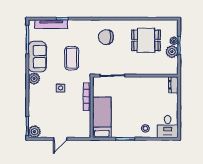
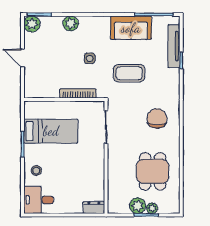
plant: (34, 79) -> (71, 23), moved
bed: (102, 117) -> (51, 131), moved

